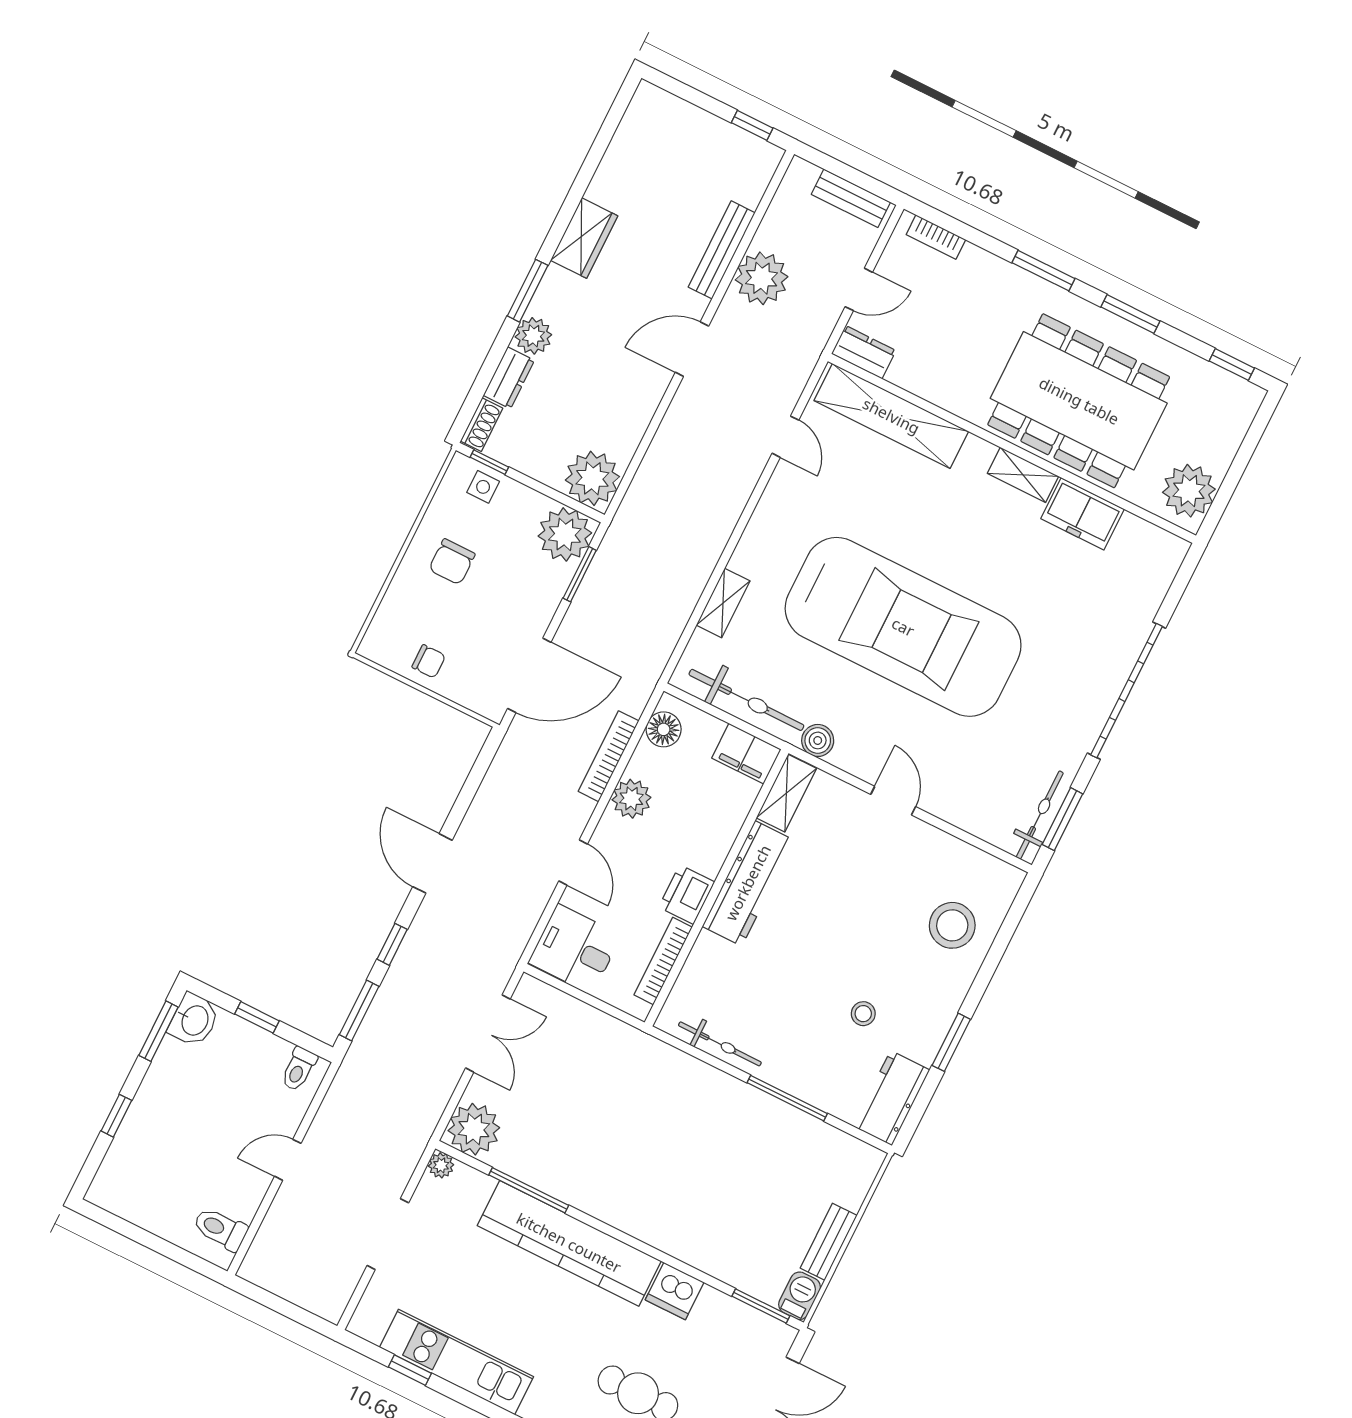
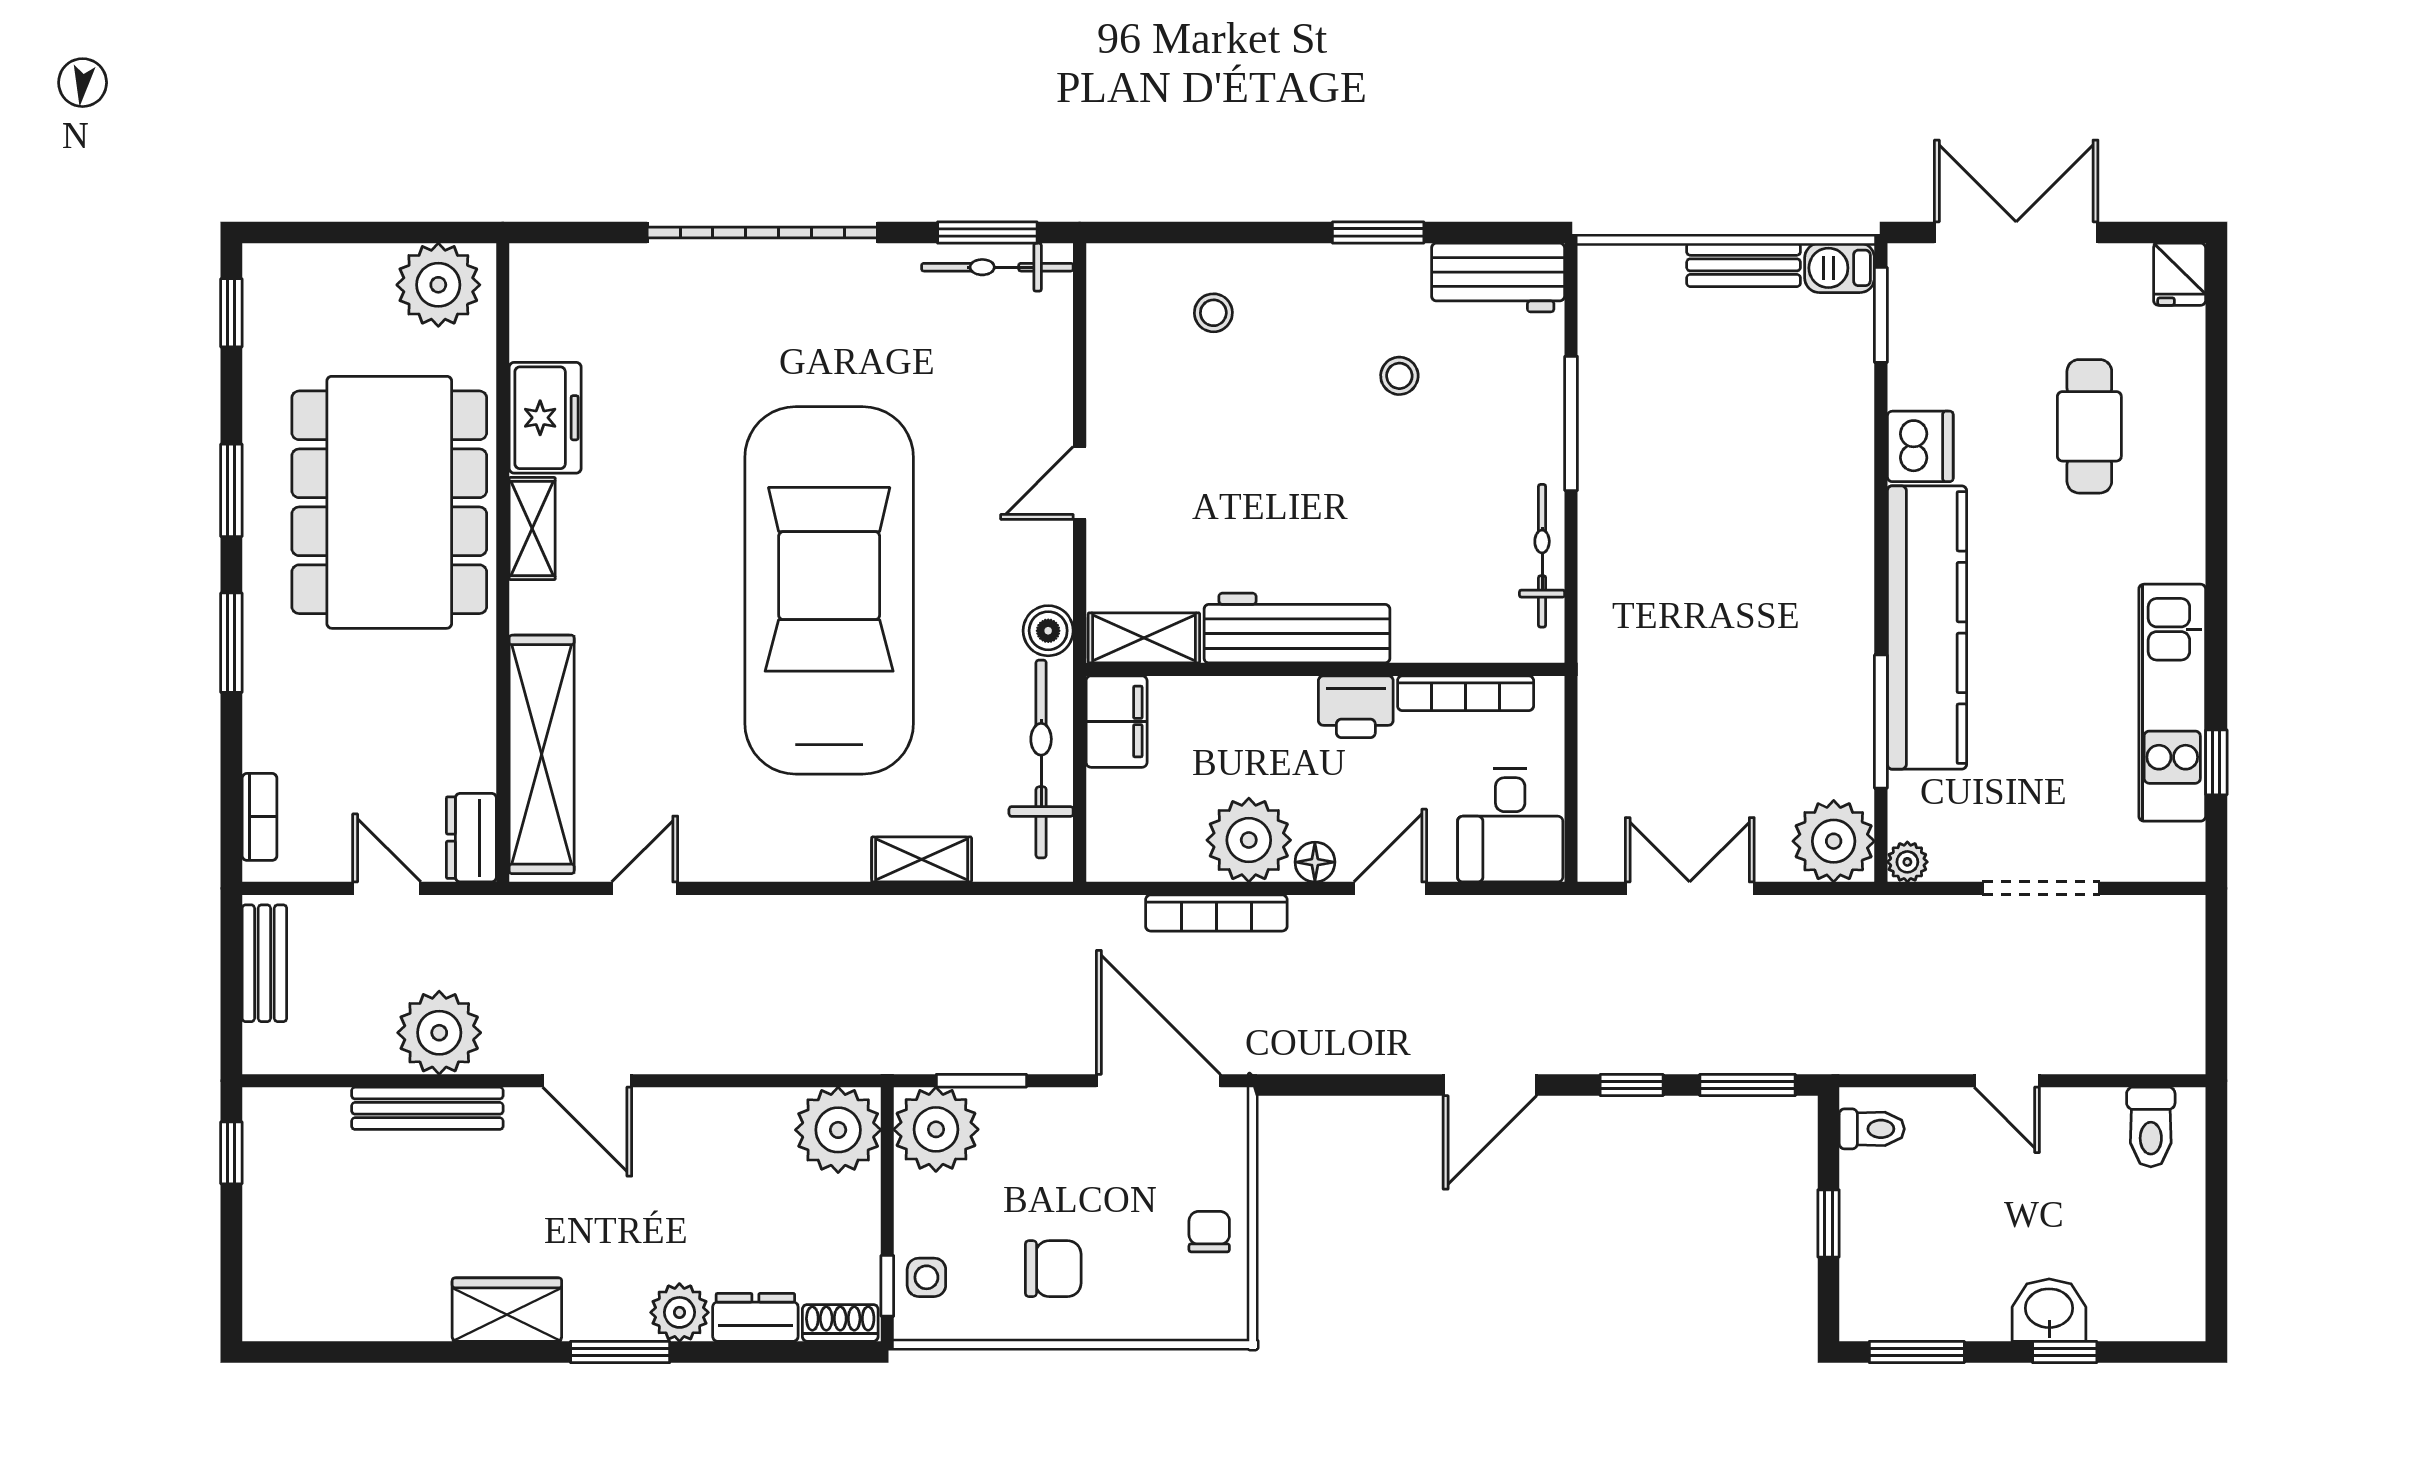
floor lamp: (664, 729) -> (1315, 862), moved, width x0.73, depth x0.73
plant: (631, 799) -> (1249, 840), width x1.36, depth x1.36
stool: (952, 925) -> (1213, 313), width x0.53, depth x0.53
washbasin: (194, 1020) -> (2049, 1310), moved

